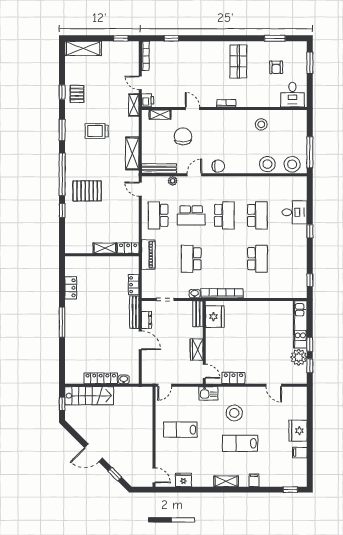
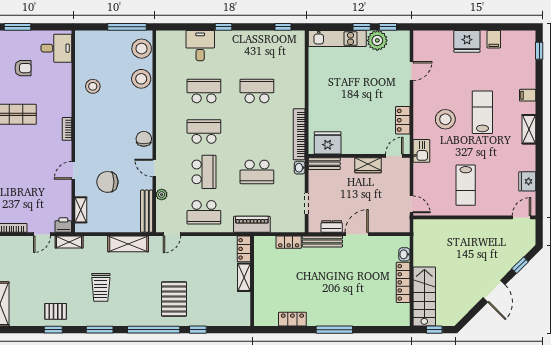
lab bench: (240, 443) -> (482, 112), turned 180

